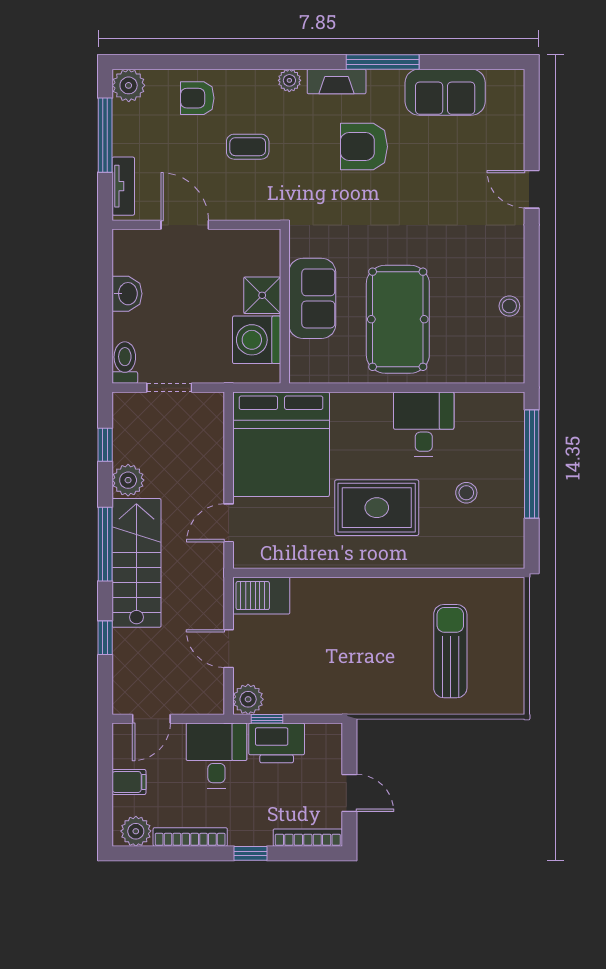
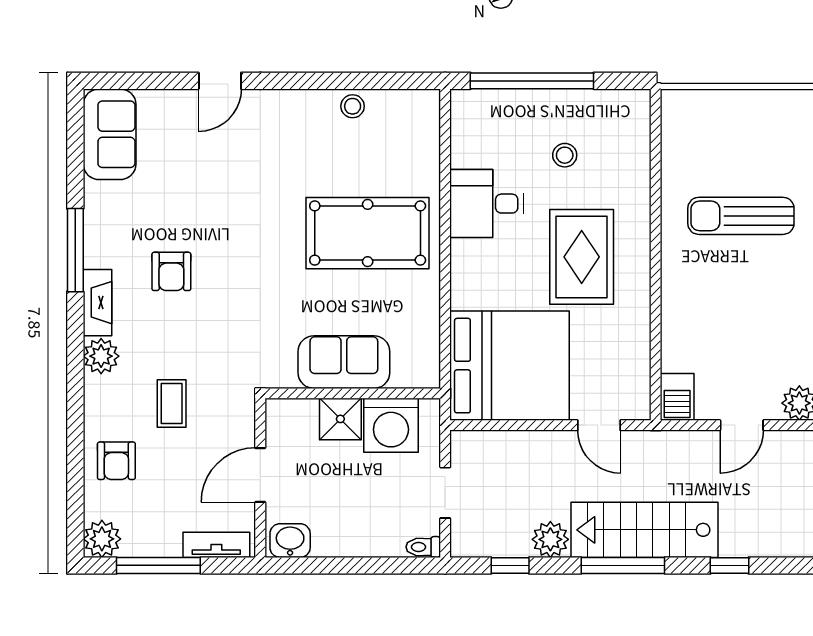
plant: (289, 80) -> (101, 356), width x1.38, depth x1.38
sofa: (445, 92) -> (110, 134), moved
armchair: (364, 147) -> (171, 271), width x0.72, depth x0.72
washbasin: (127, 294) -> (290, 541), moved
shower: (262, 295) -> (340, 419), moved
sofa: (312, 298) -> (344, 362), moved
wall: (285, 306) -> (353, 393), moved
washing machine: (257, 340) -> (391, 425), moved
toilet: (125, 362) -> (423, 547), width x0.73, depth x0.72
barbecue: (261, 596) -> (677, 397), width x0.73, depth x0.79
sun lounger: (450, 651) -> (741, 216), moved

